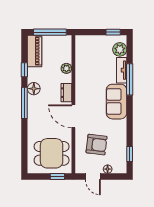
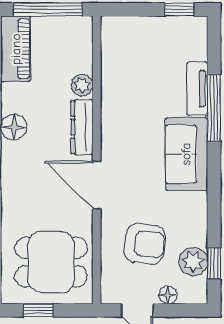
plant: (120, 49) -> (193, 262), moved
dresser: (66, 93) -> (82, 127), width x1.44
window: (57, 176) -> (38, 310), moved

